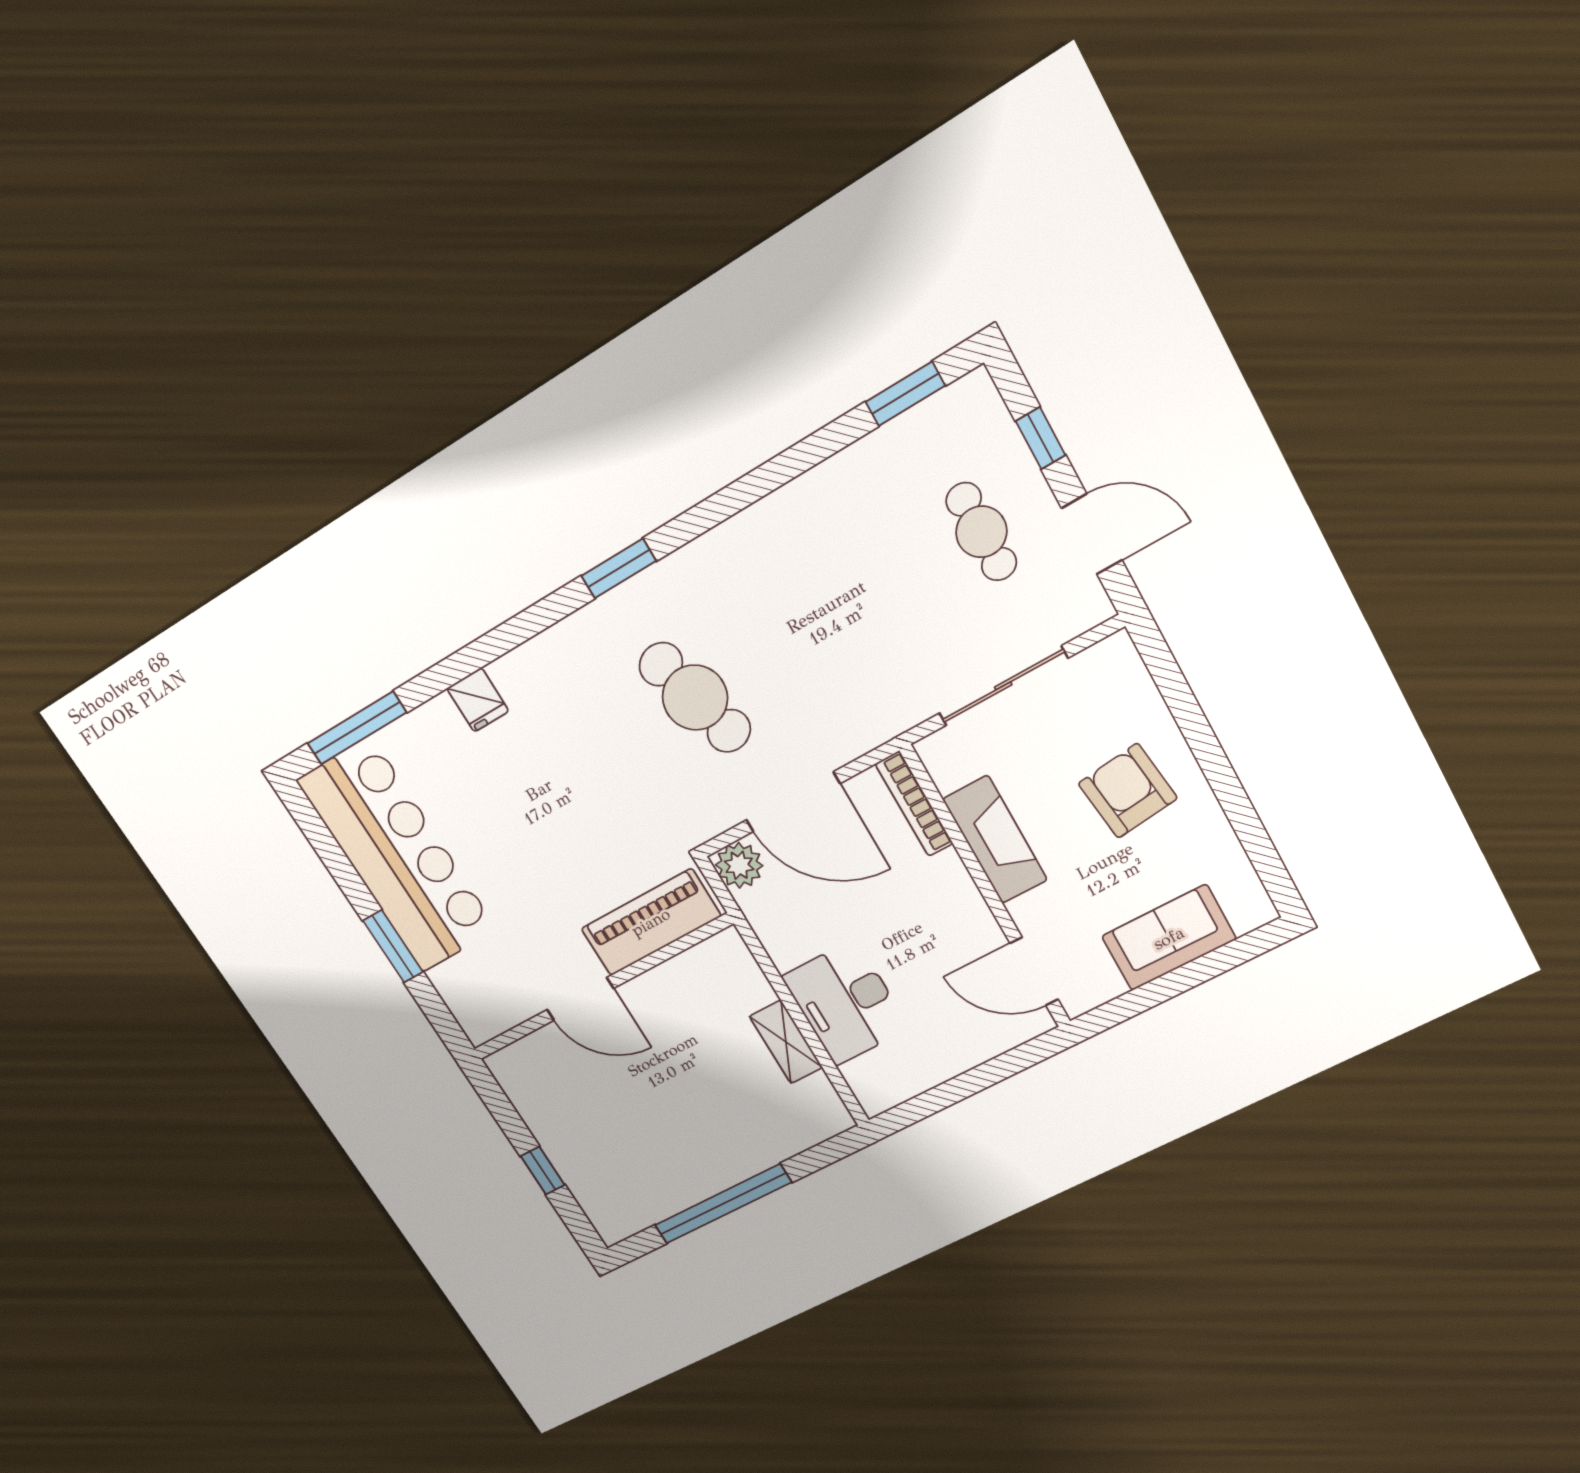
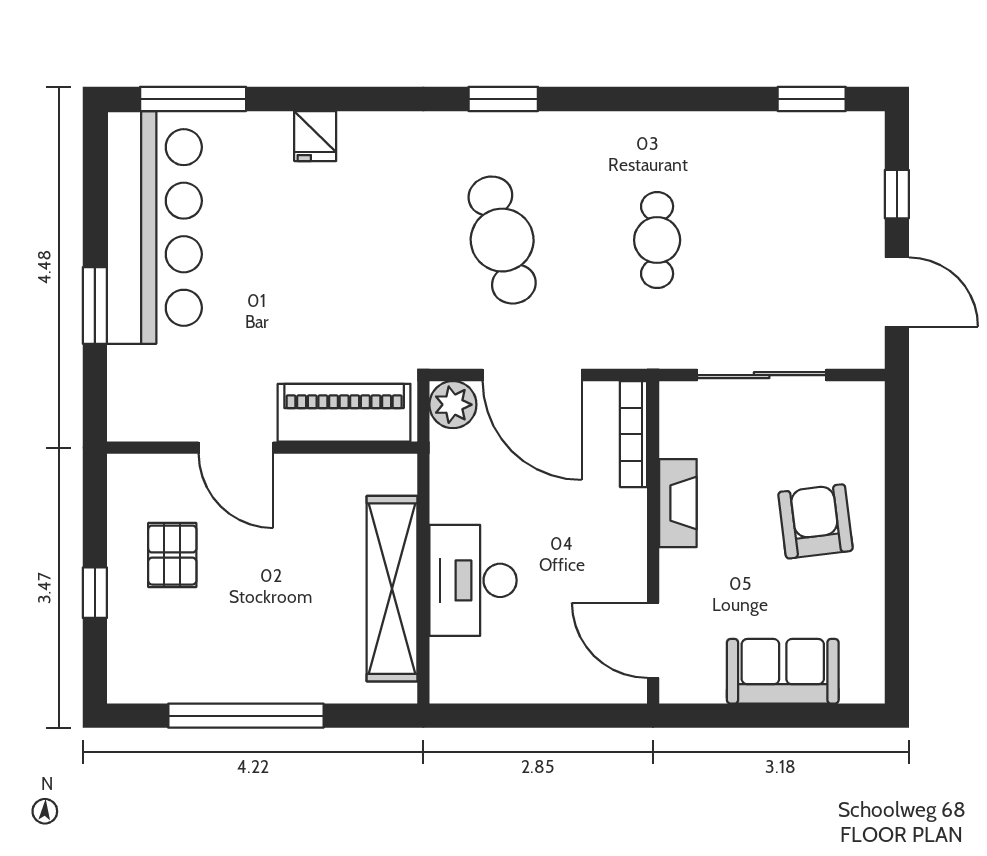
cafe table: (981, 532) -> (657, 240), moved
fireplace: (995, 840) -> (678, 503), width x0.73, depth x0.76
shelving: (786, 1042) -> (392, 589), width x2.20, depth x1.33
pallet: (584, 1111) -> (172, 555), added

